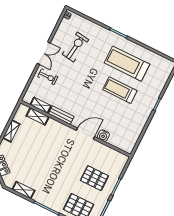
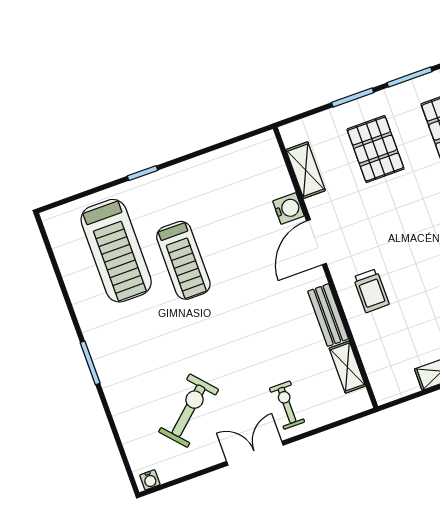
exercise bike: (75, 47) -> (189, 411), turned 130
treadmill: (127, 64) -> (116, 251), moved
shelving: (38, 116) -> (306, 170), moved
door: (85, 134) -> (316, 242), hinge flipped
trolley: (55, 135) -> (371, 291), added

